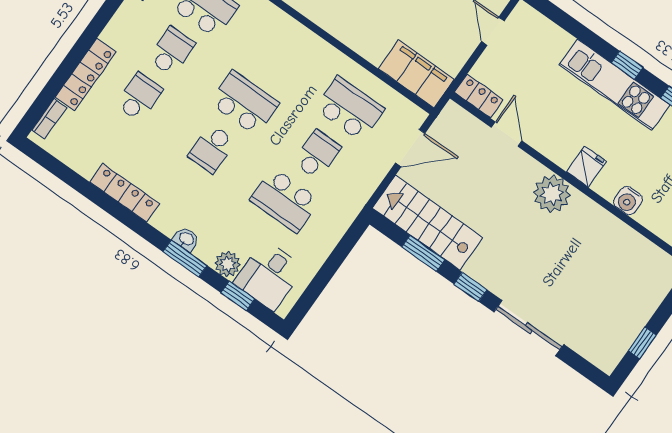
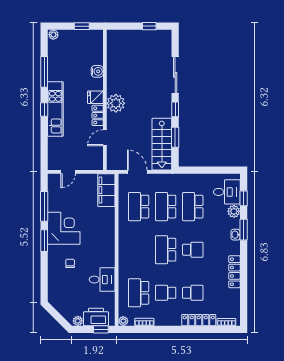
locker: (479, 96) -> (98, 115), moved
school desk: (139, 97) -> (193, 293), turned 180
school desk: (317, 155) -> (166, 207), width x1.85
school desk: (285, 200) -> (193, 207), turned 180

